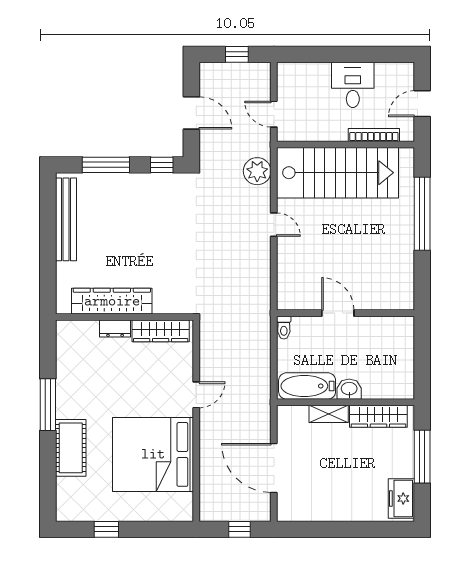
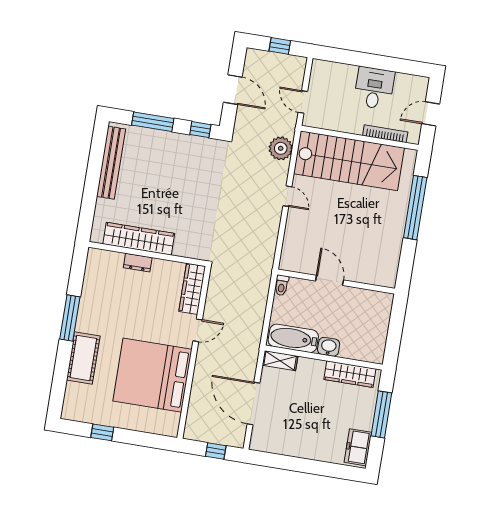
wardrobe: (161, 331) -> (192, 289), moved, turned 90
shelving: (329, 414) -> (280, 361), moved

